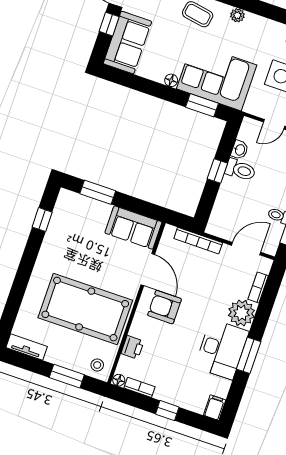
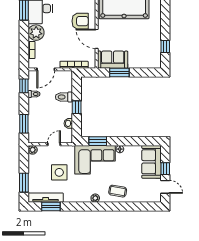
toilet: (240, 170) -> (64, 97), moved
window: (98, 192) -> (119, 73), moved

